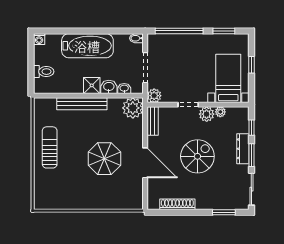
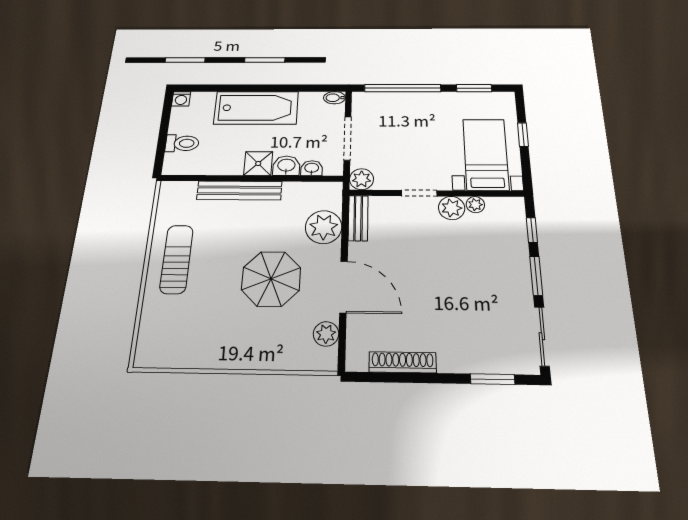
plant: (133, 108) -> (324, 227), moved
dresser: (243, 149) -> (520, 265), removed
spiral stairs: (197, 156) -> (438, 277), removed
plant: (136, 190) -> (326, 334), added

